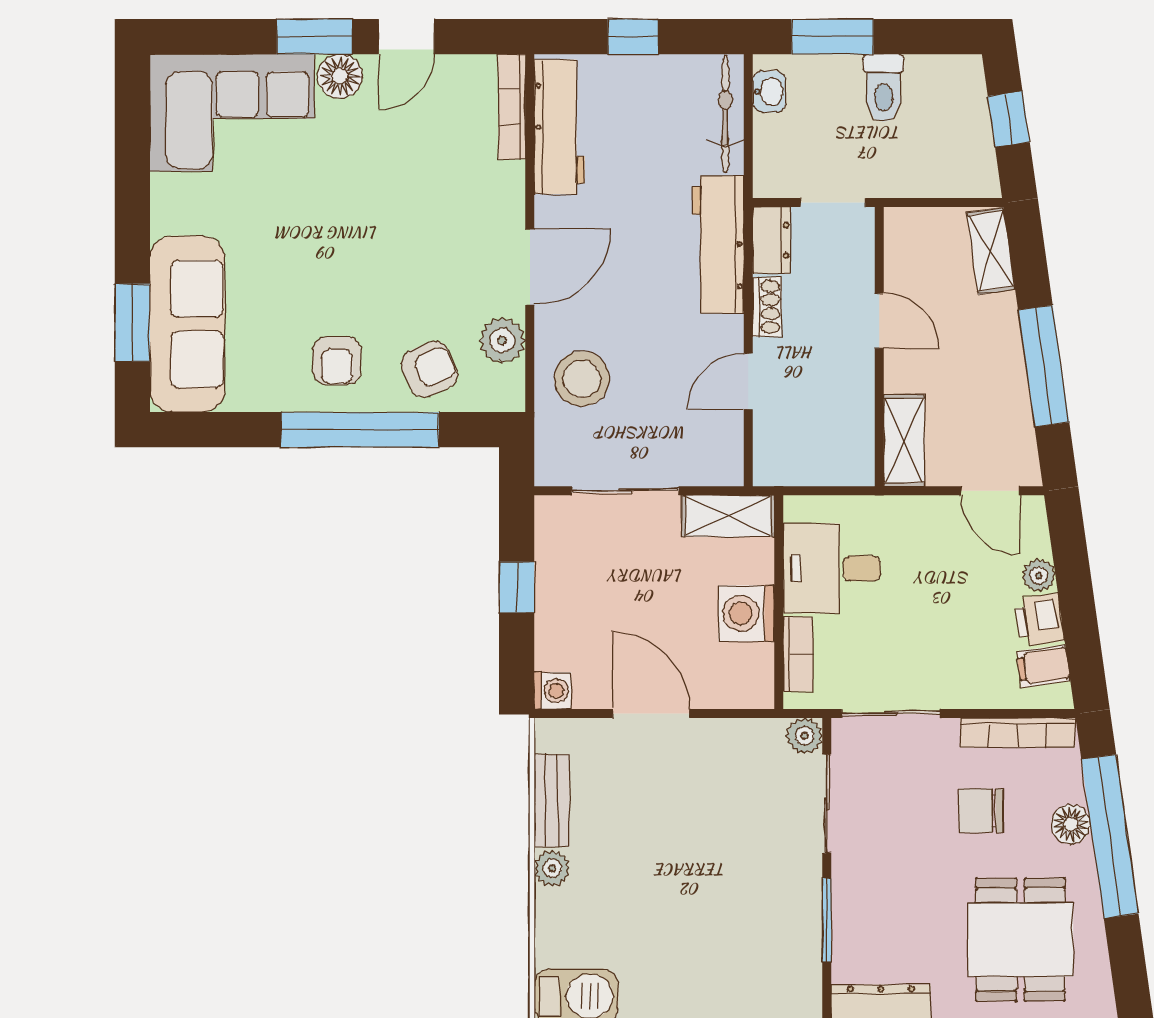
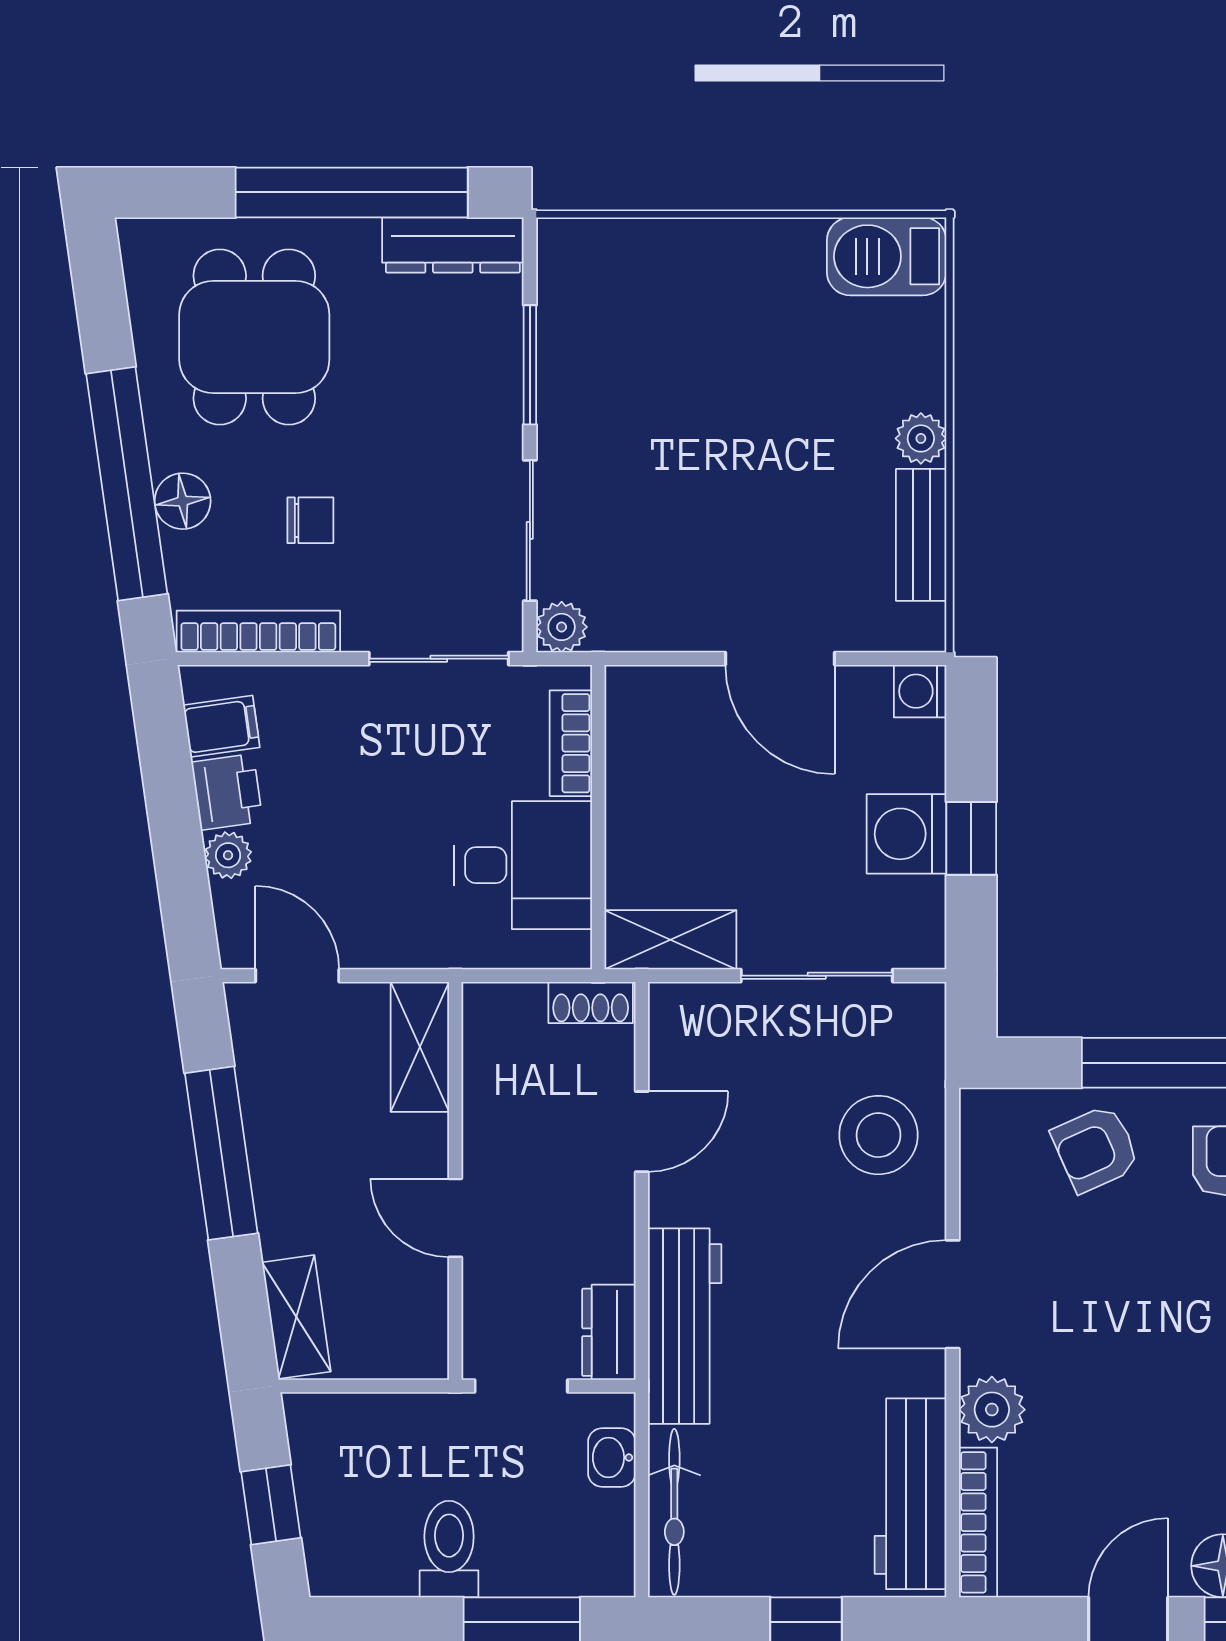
washbasin: (769, 92) -> (612, 1458), moved
shoe rack: (767, 307) -> (591, 1003), moved, turned -90
plant: (502, 340) -> (992, 1410), moved
washing machine: (746, 613) -> (907, 834), moved, turned 180
chair: (981, 811) -> (310, 520), width x0.73, depth x0.73

